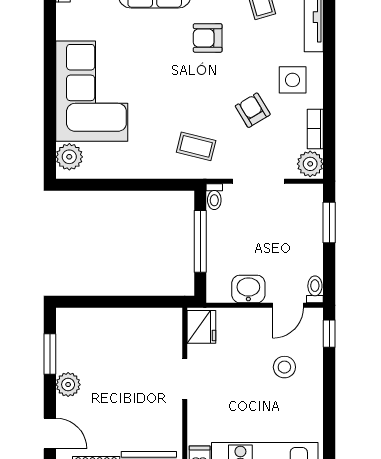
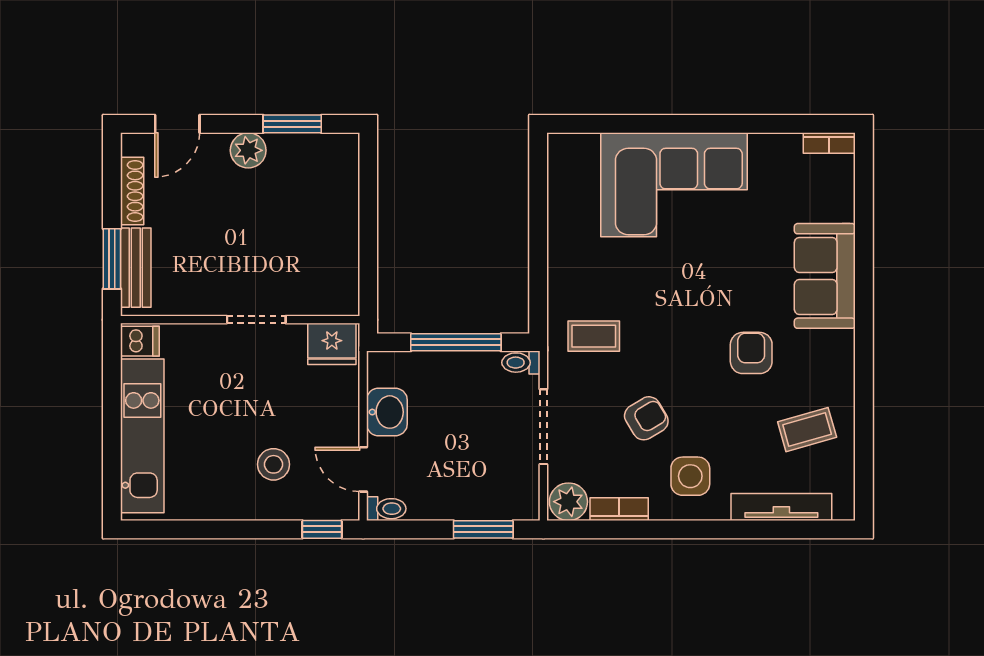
coffee table: (196, 146) -> (594, 336), turned 76
plant: (69, 157) -> (579, 152), removed

